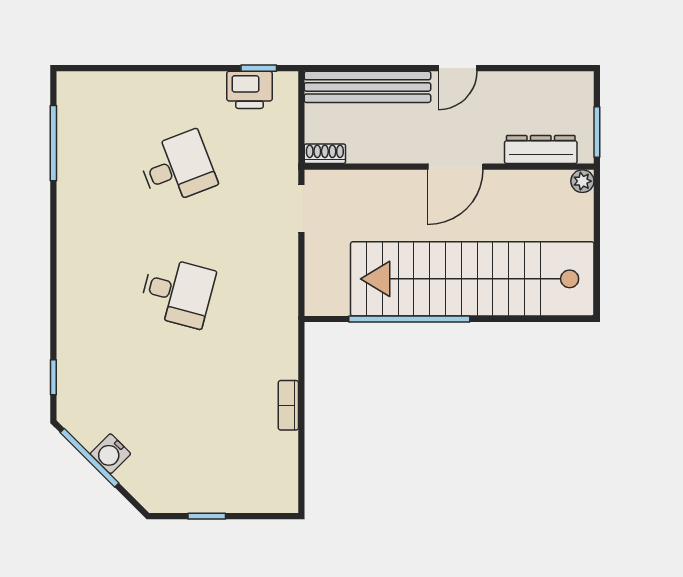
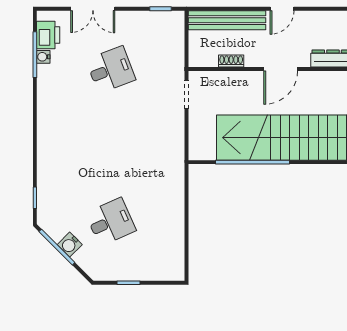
double door: (148, 68) -> (93, 9), added
printer: (250, 90) -> (48, 35), moved, turned -90
water cooler: (67, 147) -> (43, 57), added
shoe rack: (325, 154) -> (231, 61), moved
desk: (177, 292) -> (111, 222), moved, turned -39
bookcase: (288, 405) -> (179, 215), removed

